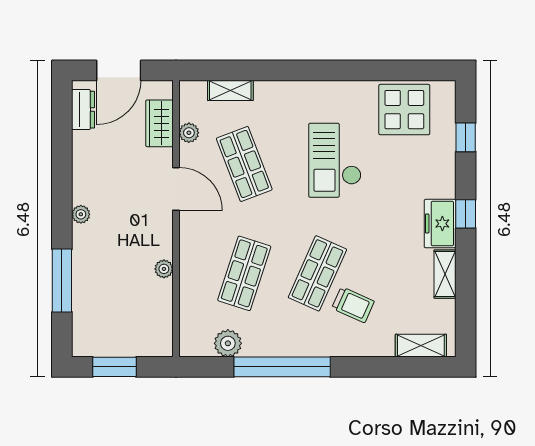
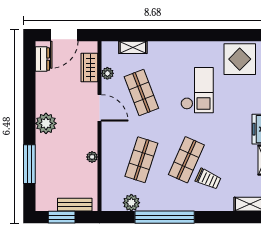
checkout: (335, 160) -> (197, 90), turned 180
plant: (81, 214) -> (46, 123), width x1.87, depth x1.87
bench: (136, 347) -> (75, 205), added

